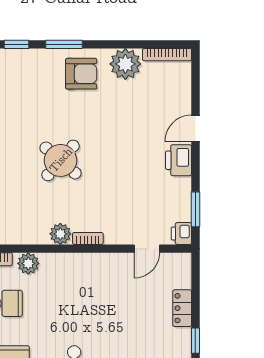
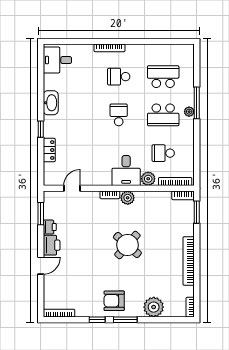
window: (17, 44) -> (97, 320), moved
plant: (125, 64) -> (154, 307), moved
printer: (181, 234) -> (50, 227), moved
desk: (63, 276) -> (126, 171), added

